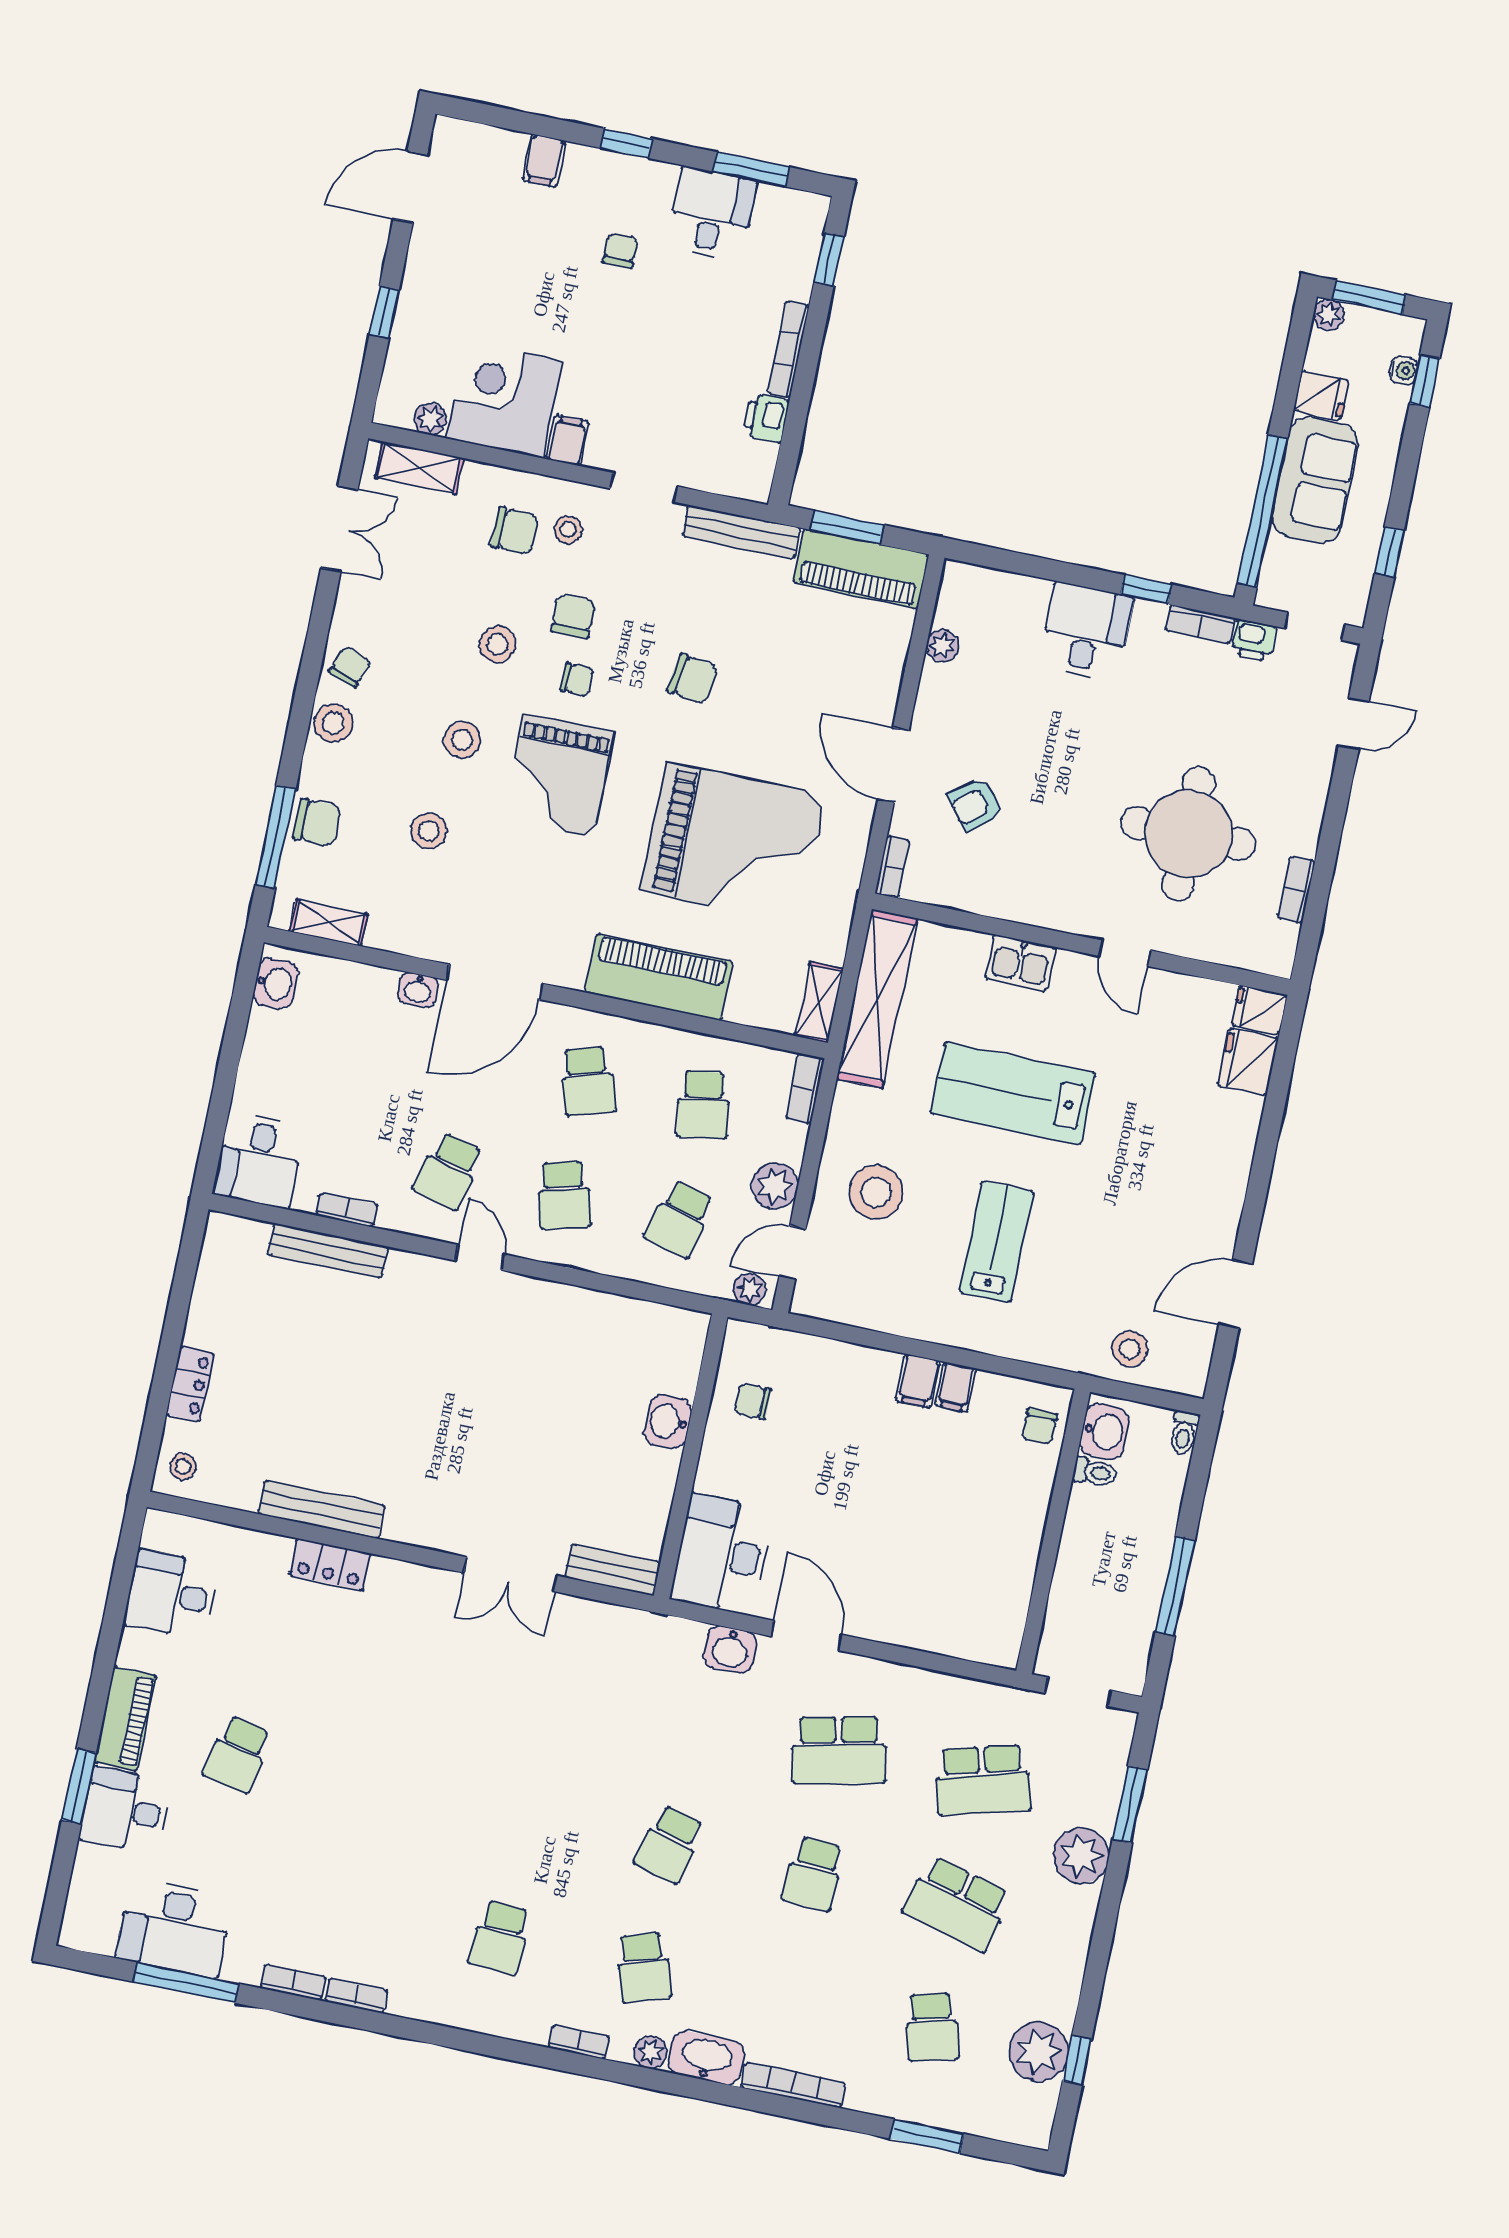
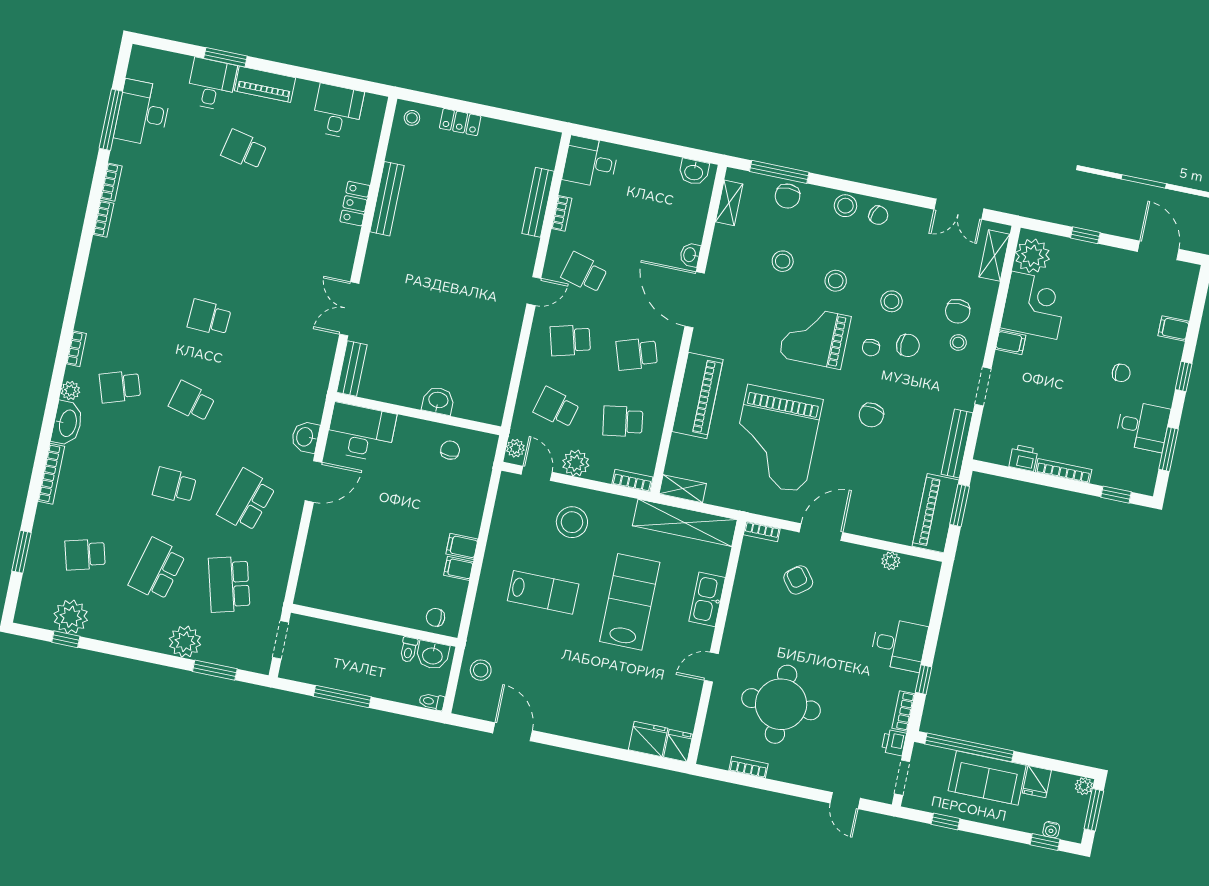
plant: (430, 419) -> (1032, 256), width x1.88, depth x1.88
kitchen sink: (1020, 963) -> (707, 599), width x1.38
school desk: (839, 1750) -> (246, 500), turned 30
school desk: (500, 1938) -> (209, 318), moved

